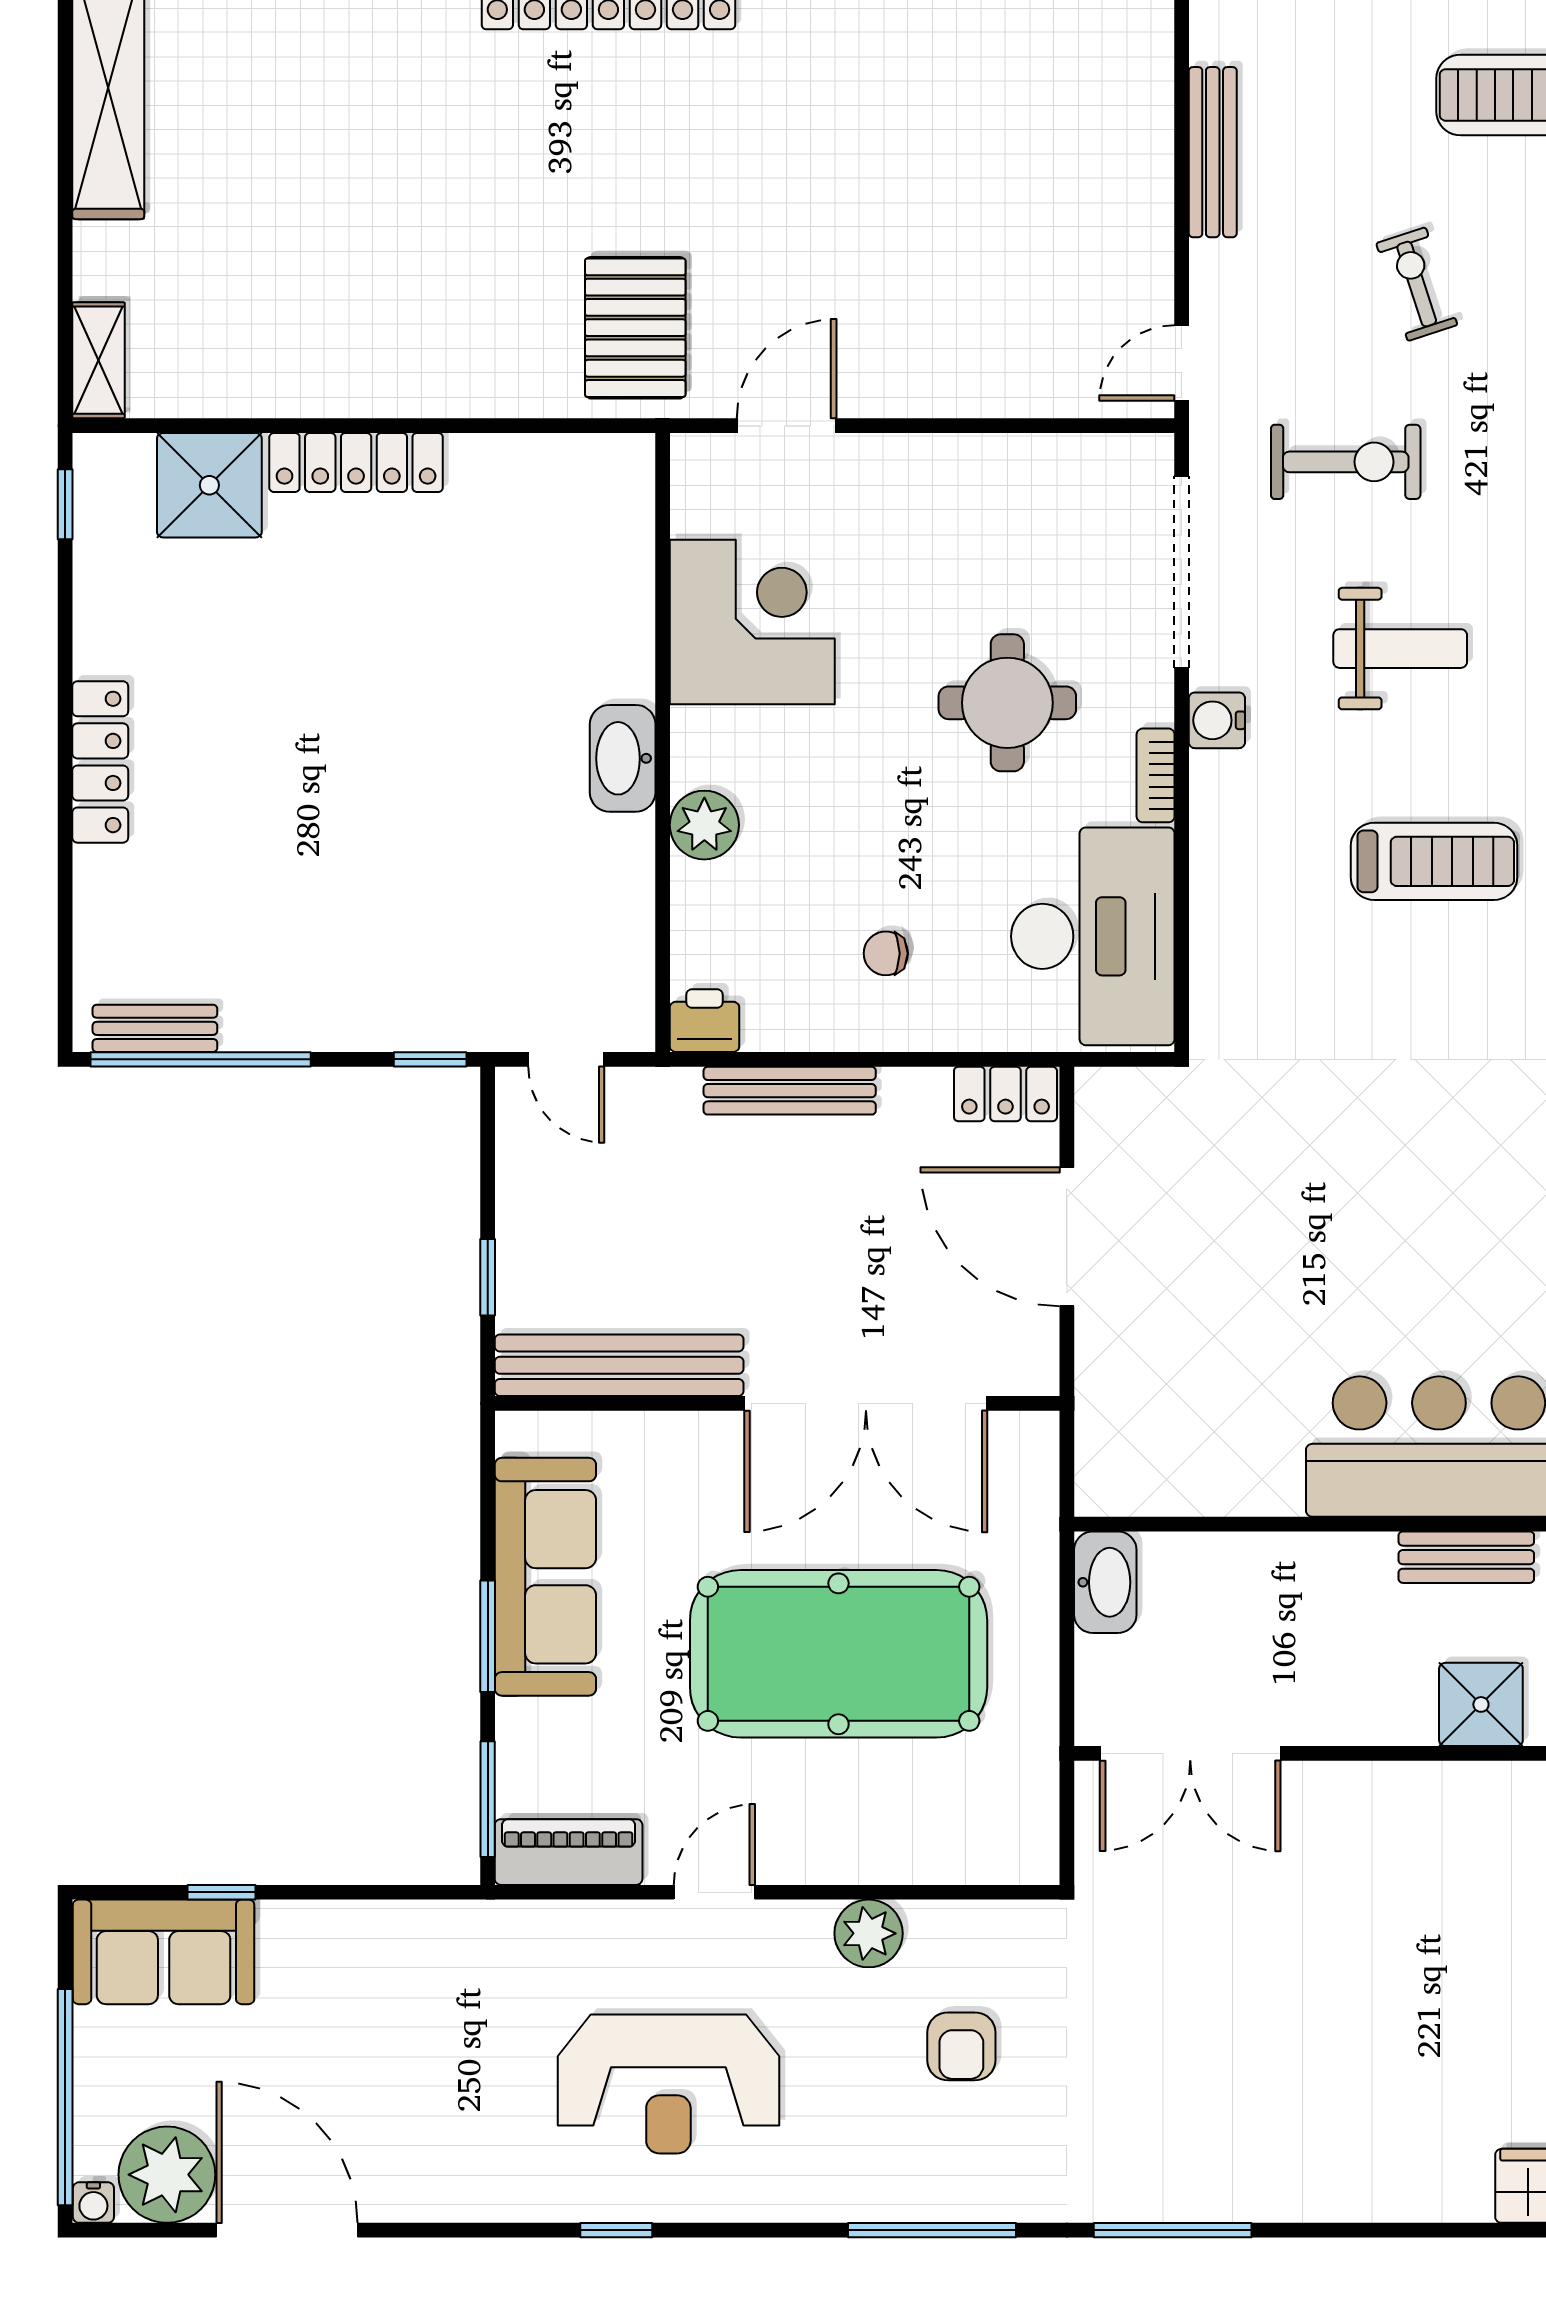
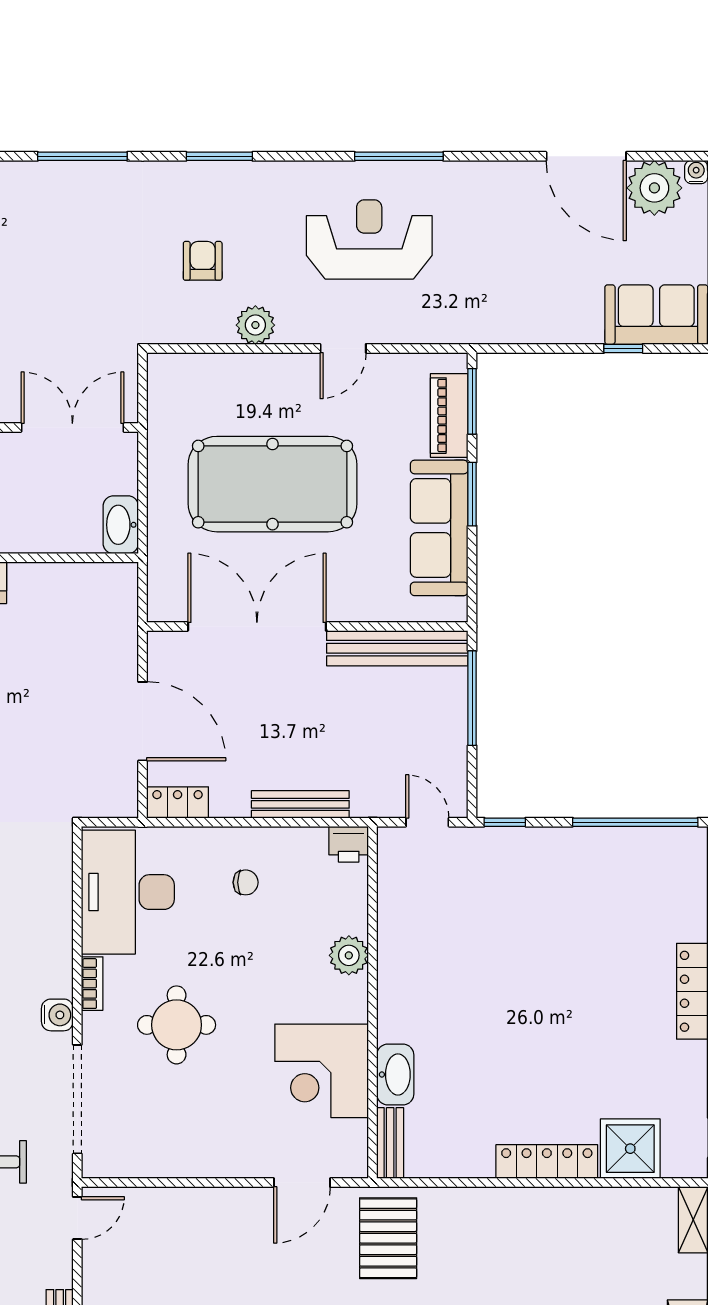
washbasin: (623, 758) -> (395, 1074), moved
bench: (155, 1028) -> (390, 1143), moved, turned 90
window: (488, 1277) -> (472, 698), width x2.17
piano: (569, 1852) -> (449, 416), moved, turned 90
window: (616, 2230) -> (399, 156), width x2.17
window: (932, 2230) -> (219, 156), width x0.69

